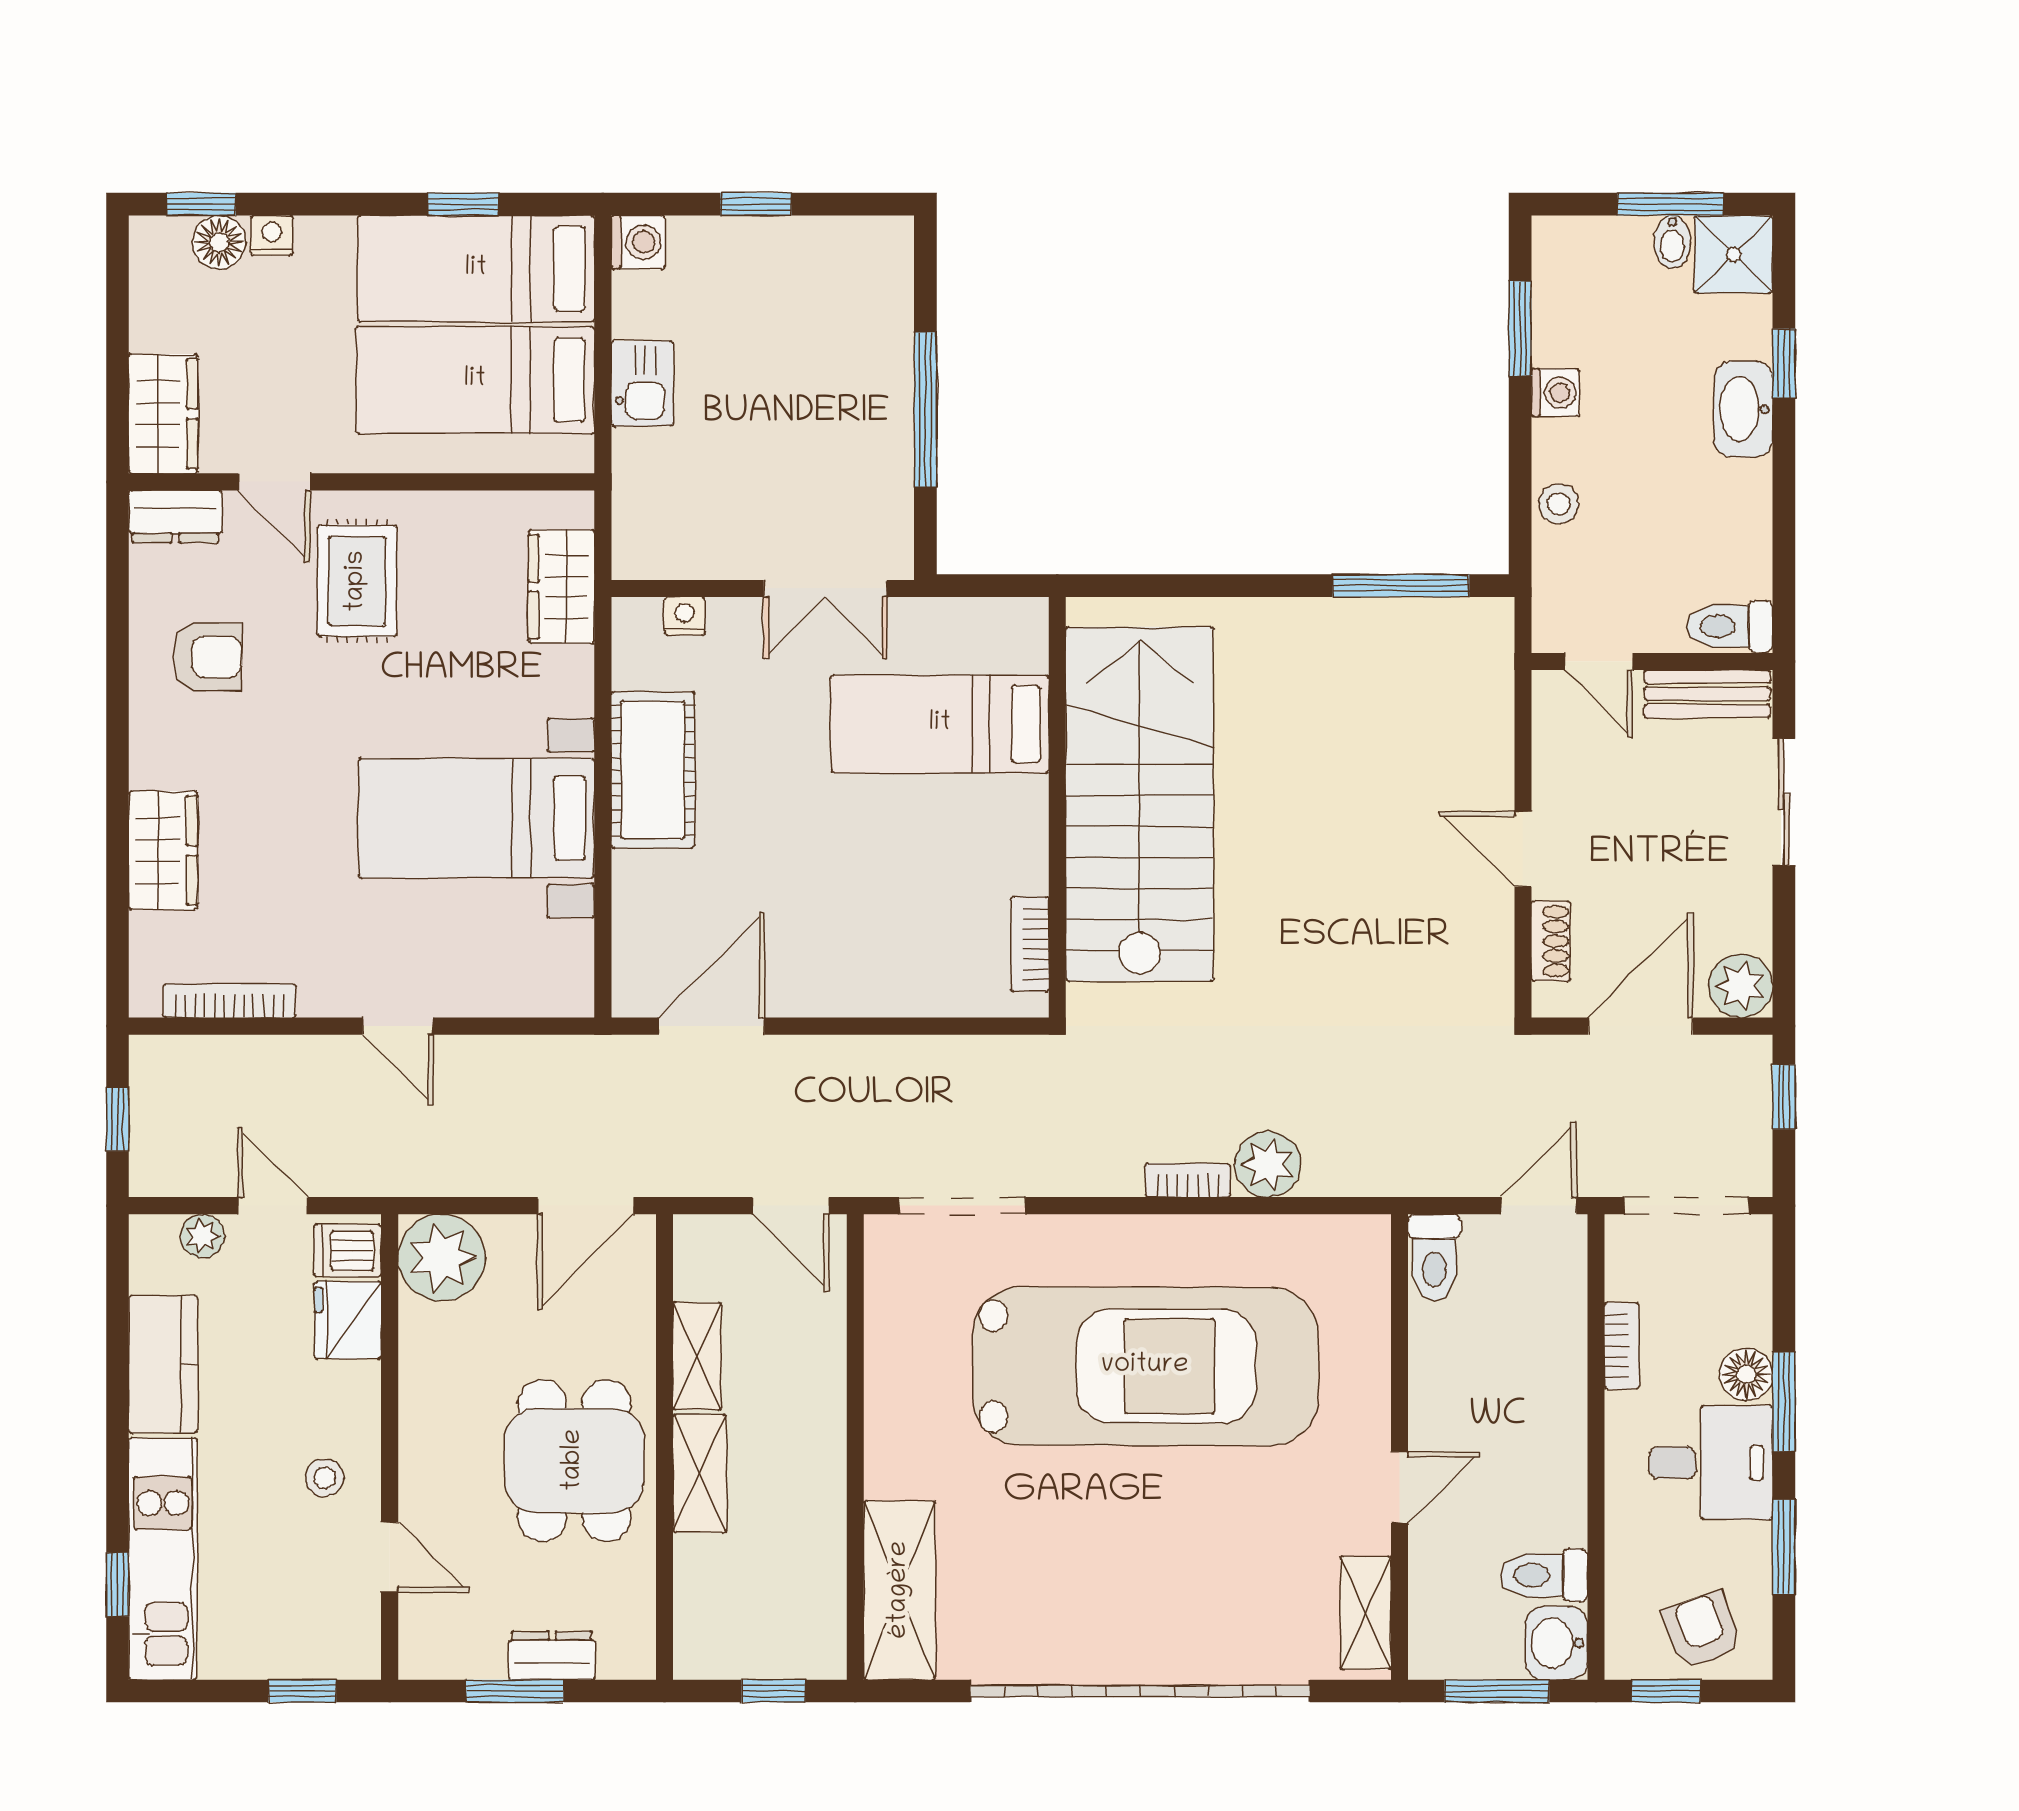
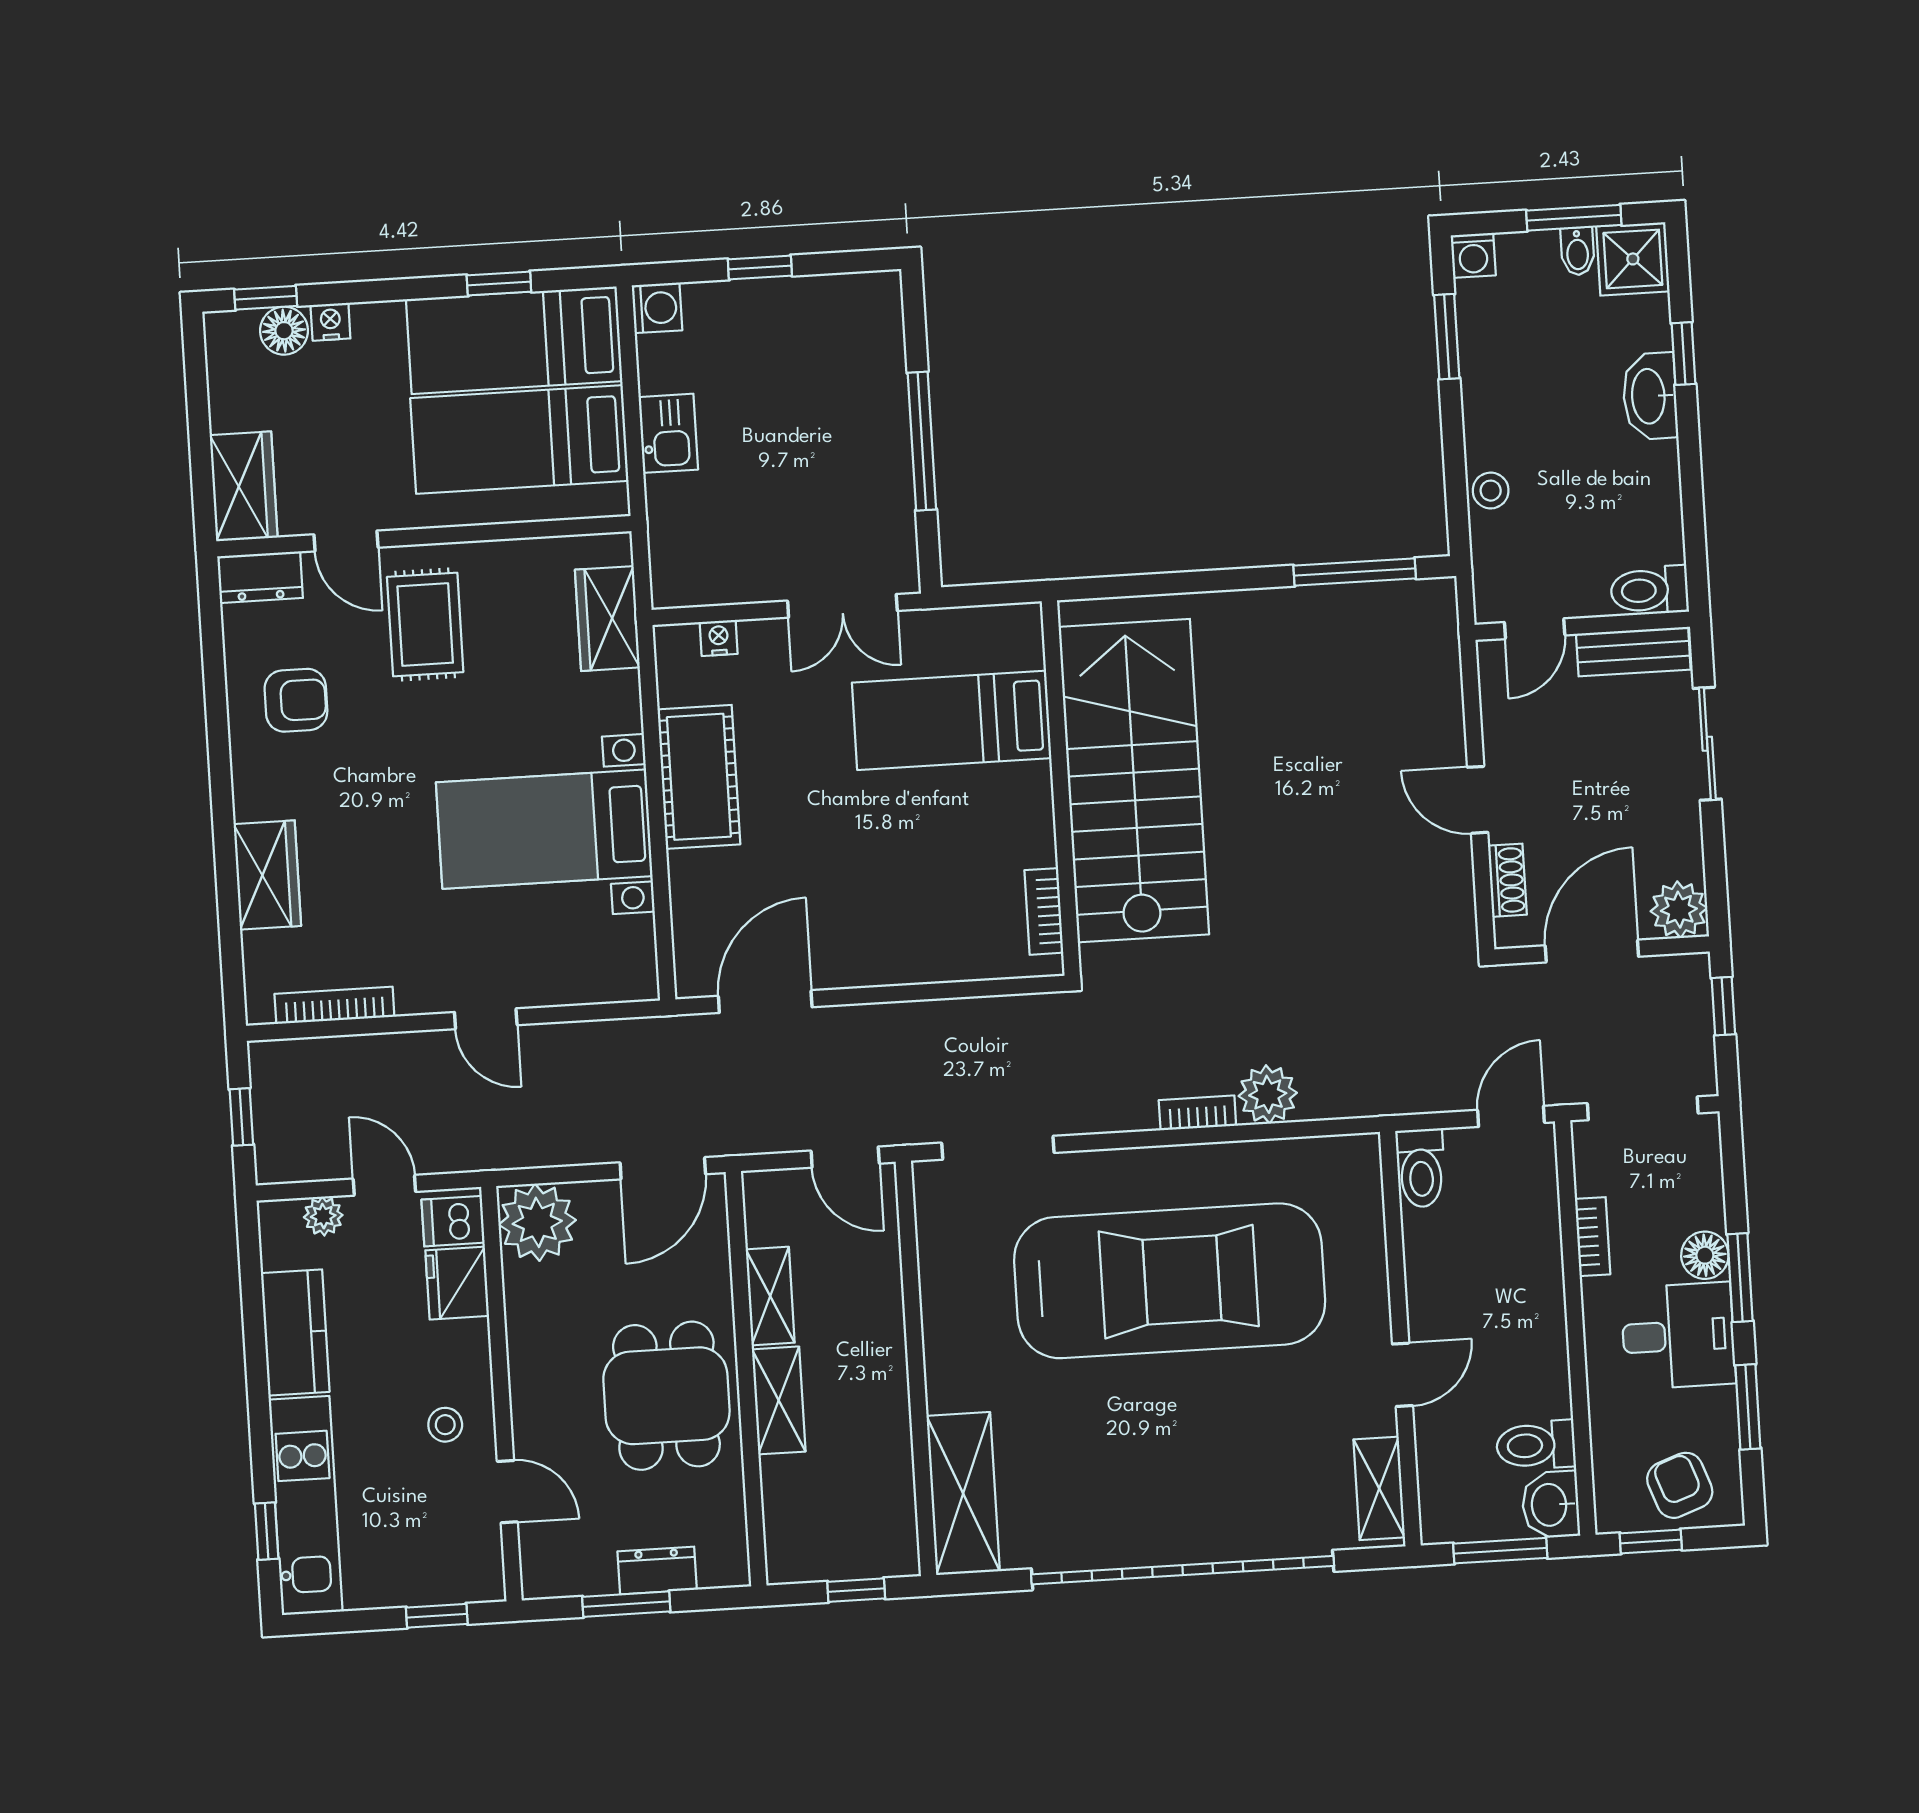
washing machine: (1555, 393) -> (1473, 255), moved, turned 90
door: (1598, 661) -> (1535, 629), hinge flipped

